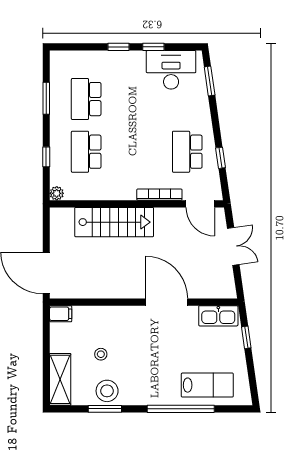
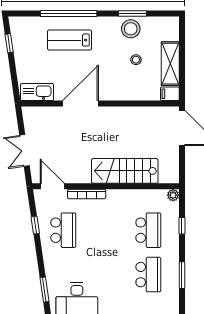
door: (167, 302) -> (81, 104), swing flipped
window: (246, 337) -> (9, 43), moved
shelving: (60, 379) -> (170, 64), moved
lab bench: (207, 385) -> (70, 40), moved

